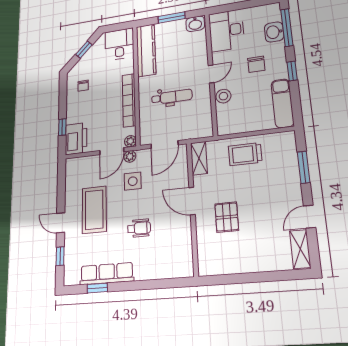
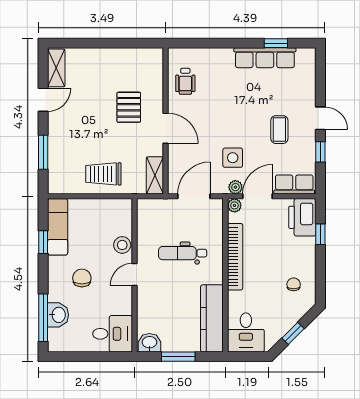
desk: (226, 30) -> (113, 334), width x0.73
window: (292, 71) -> (43, 242), moved
trolley: (245, 154) -> (103, 174), turned 180
row of seats: (82, 164) -> (294, 184), added
coffee table: (94, 210) -> (279, 130), width x0.54, depth x0.58
wheelchair: (139, 228) -> (185, 81), moved, turned -90
window: (60, 256) -> (320, 152), moved

